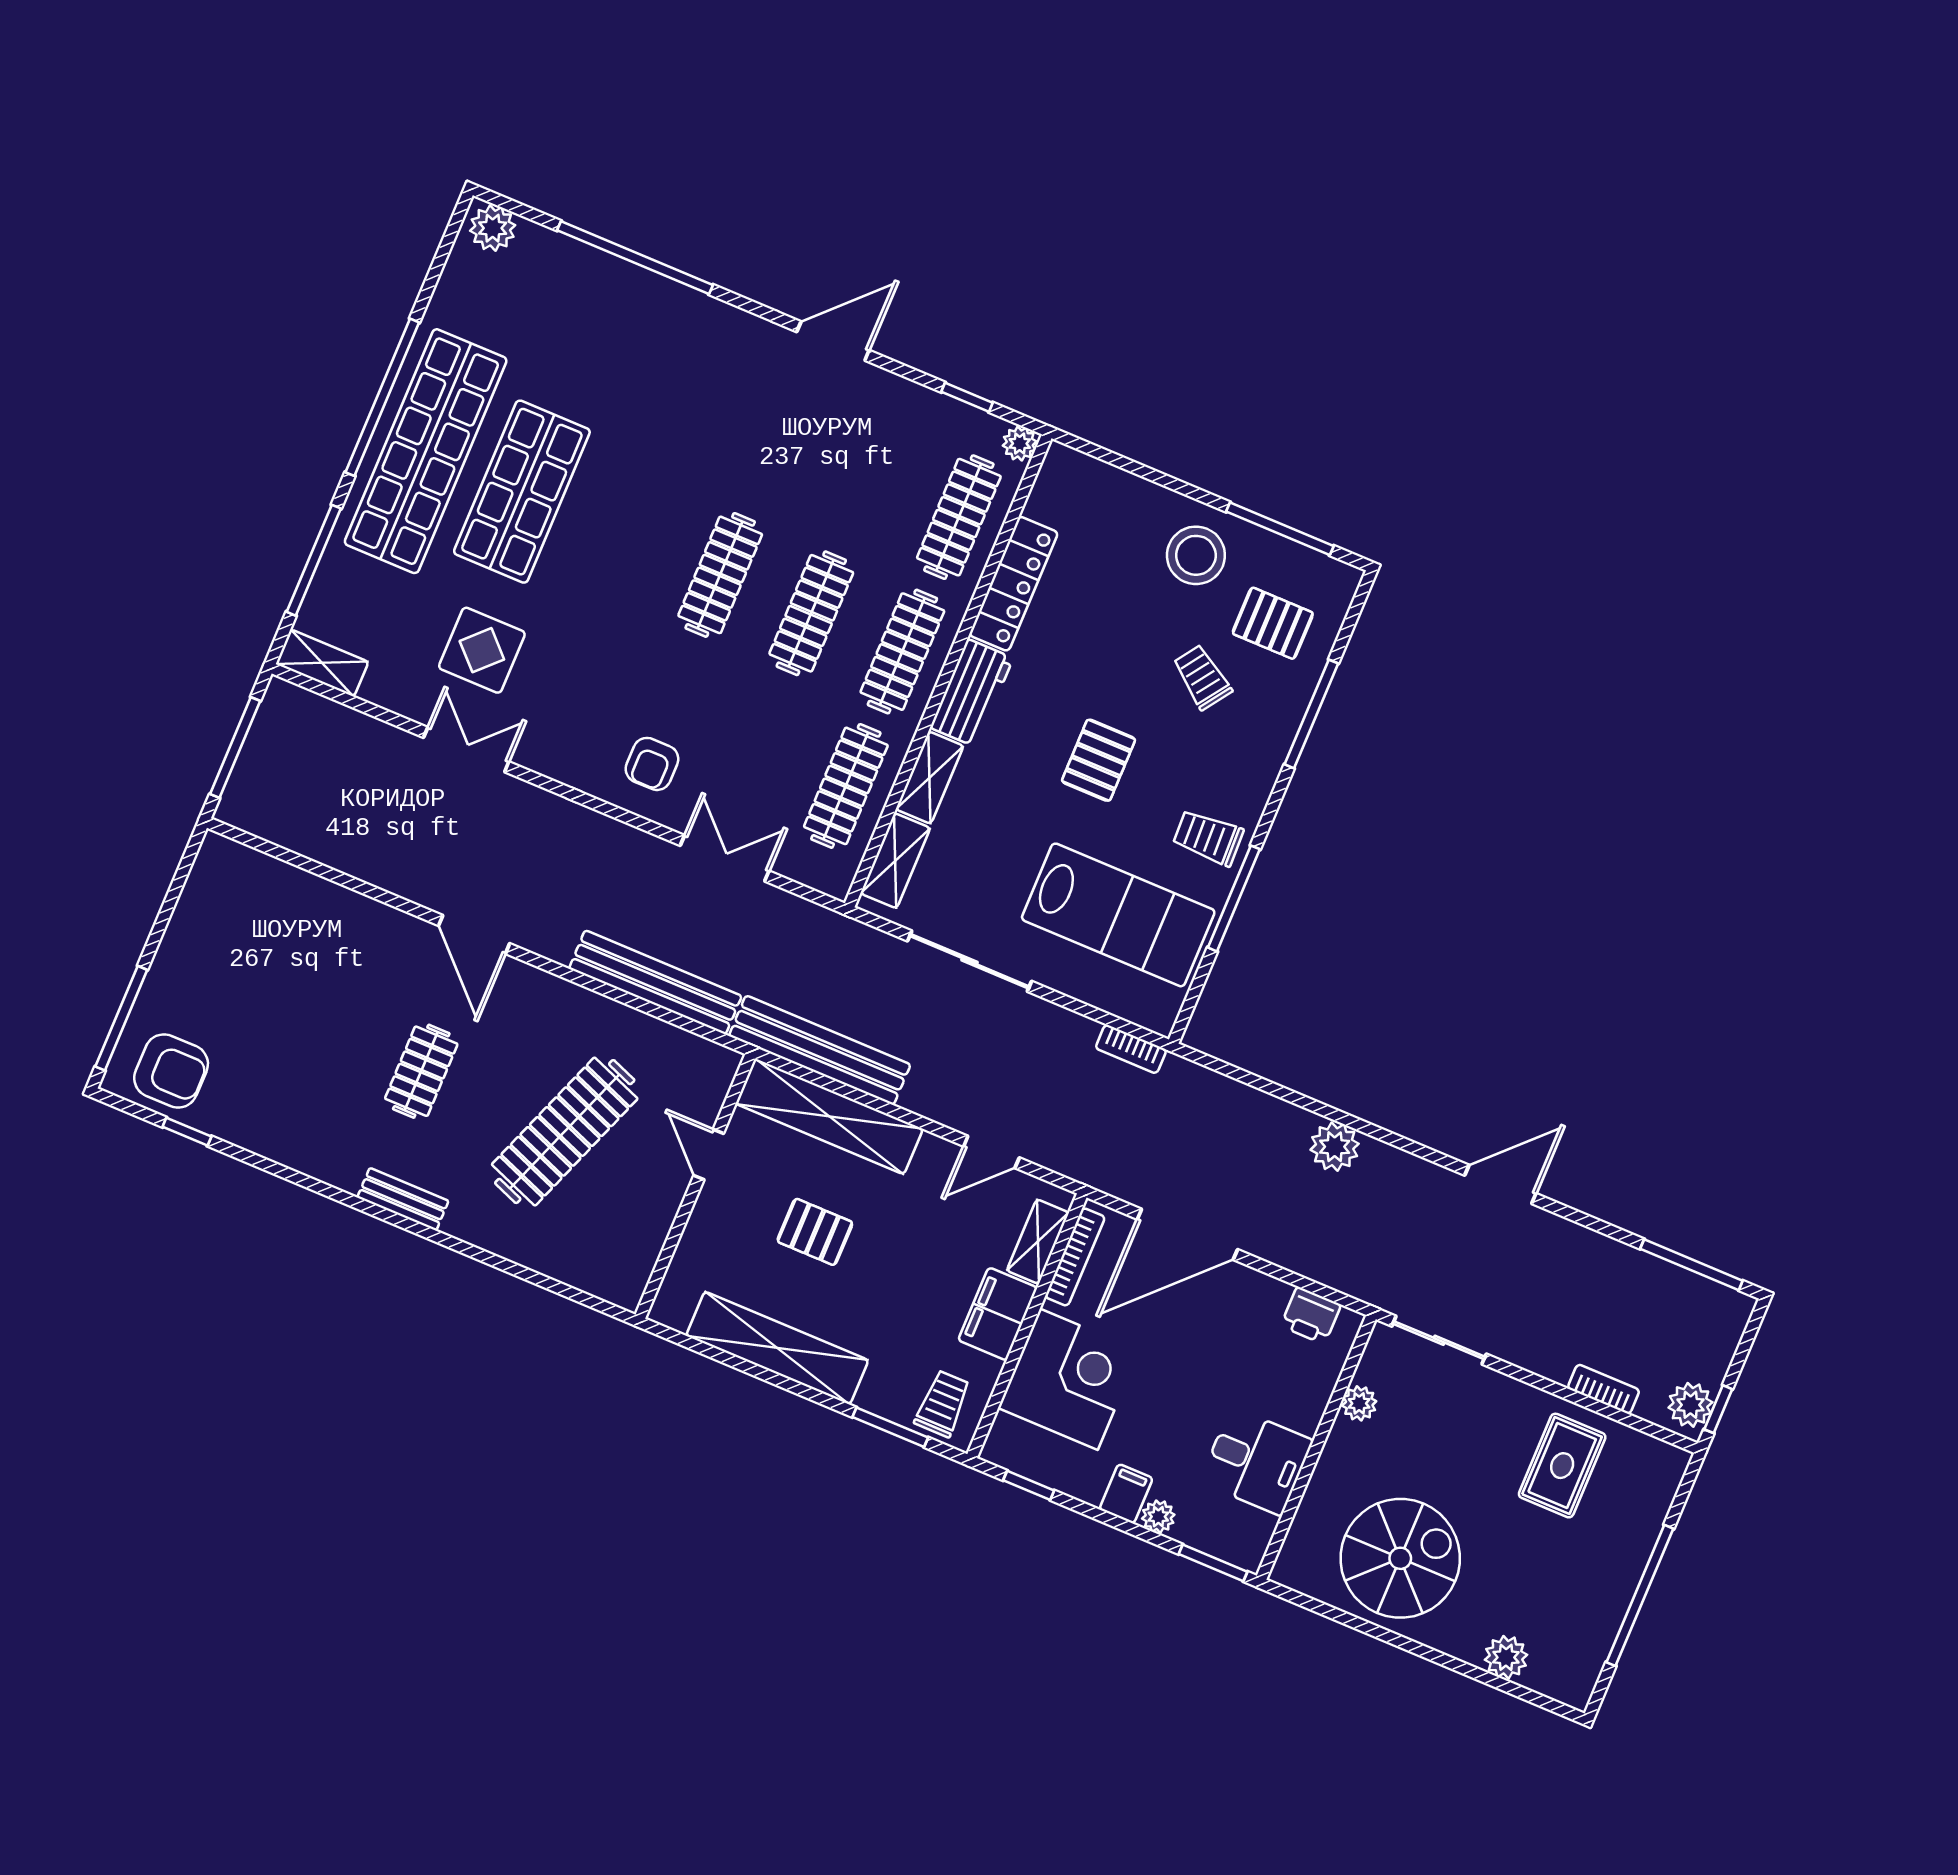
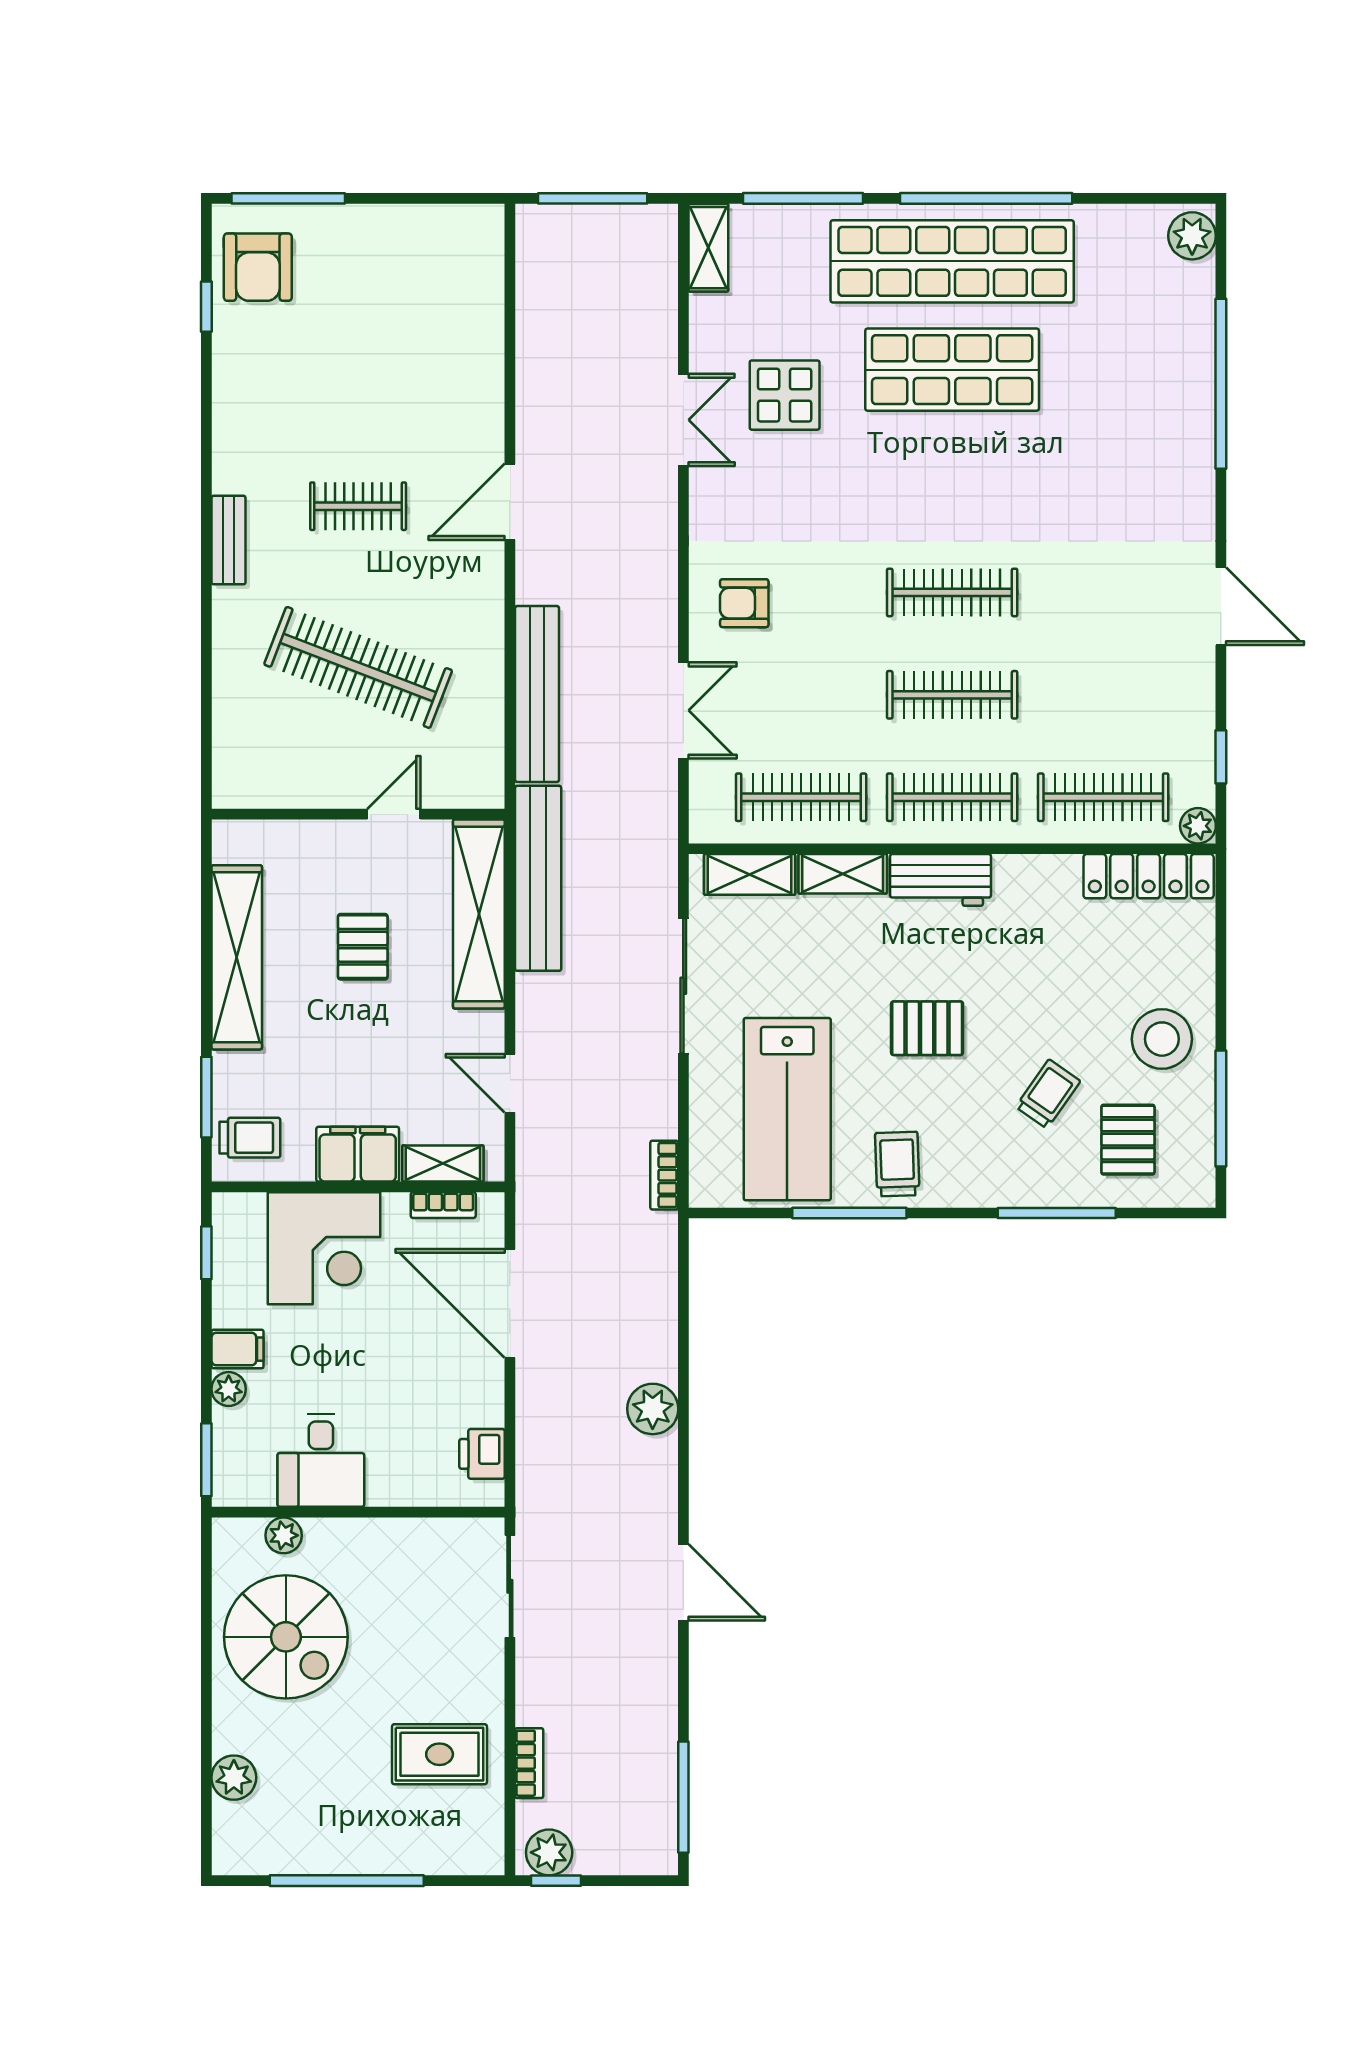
locker: (1014, 584) -> (1149, 876), moved
bookcase: (1075, 1257) -> (443, 1205), width x0.64
plant: (1359, 1403) -> (284, 1535), moved

